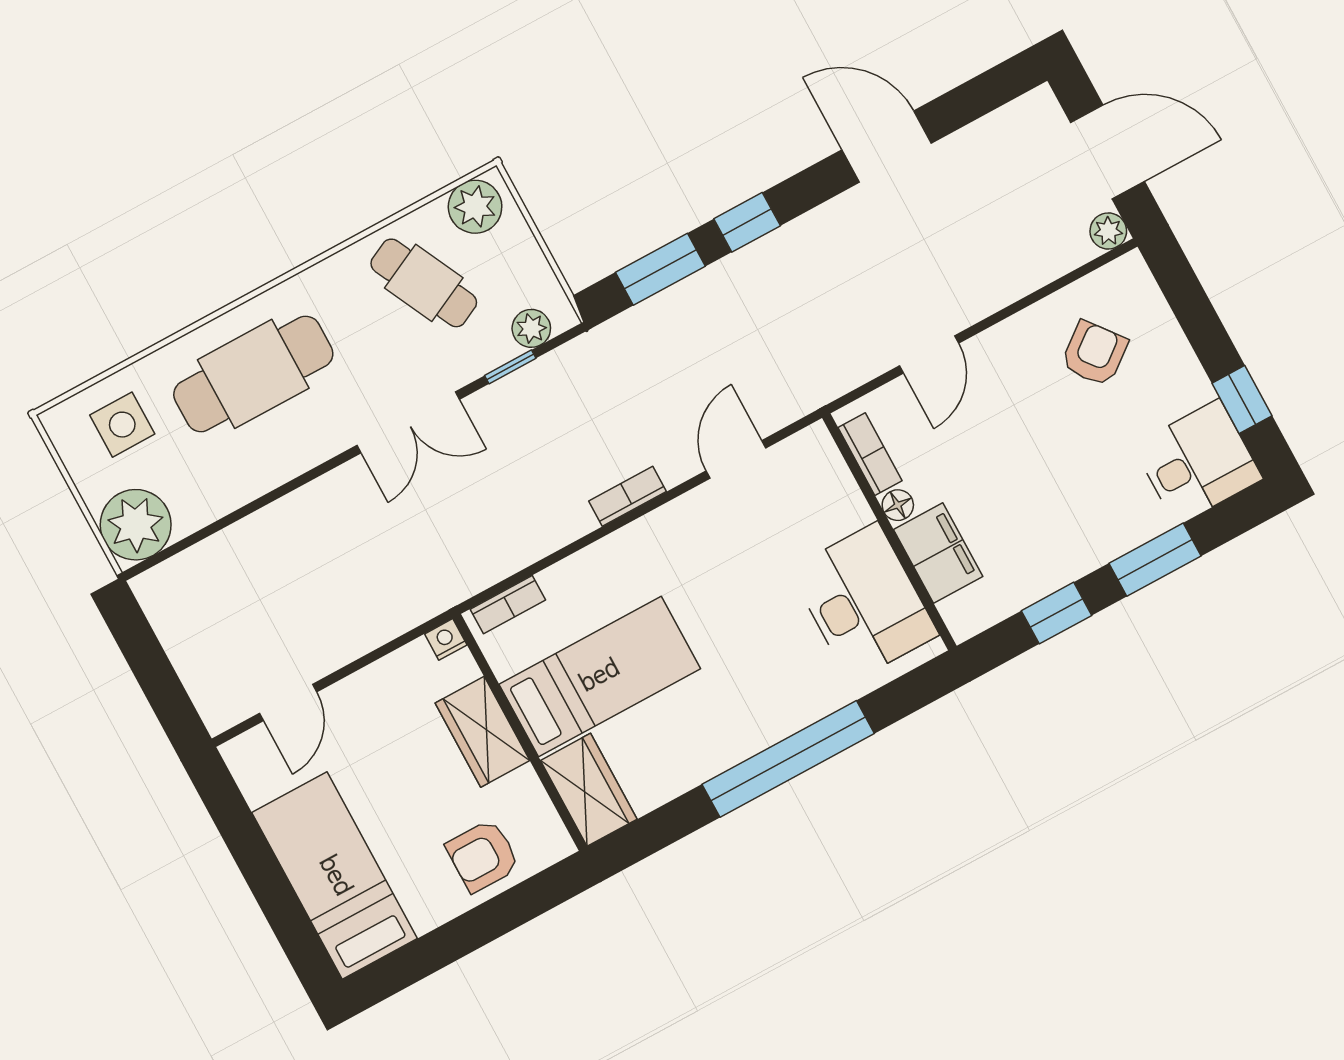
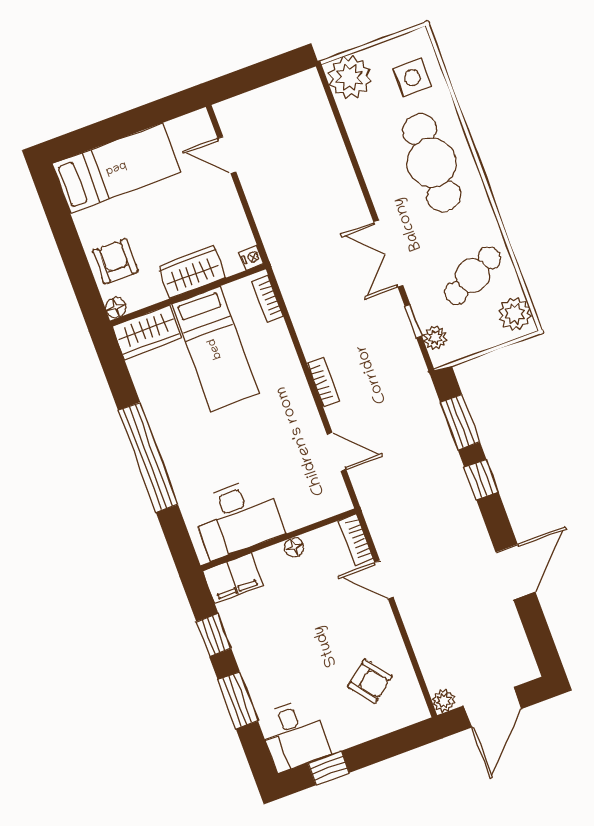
bookcase: (870, 454) -> (356, 540), moved, turned 90
filing cabinet: (938, 553) -> (233, 578), moved
floor lamp: (557, 844) -> (116, 308), added

